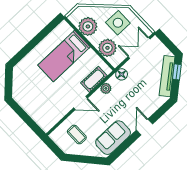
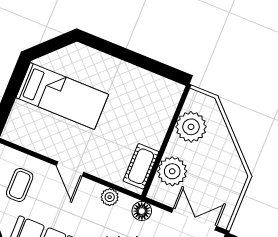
side table: (118, 23) -> (217, 170), removed
bed: (64, 56) -> (62, 96), moved, turned 180
cot: (94, 79) -> (141, 166), moved, turned 90

